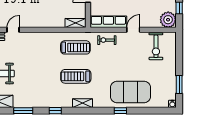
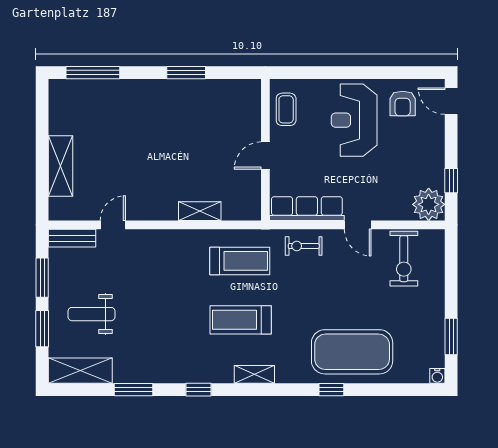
shelving: (76, 23) -> (200, 211), moved
door: (133, 30) -> (358, 225), swing flipped

